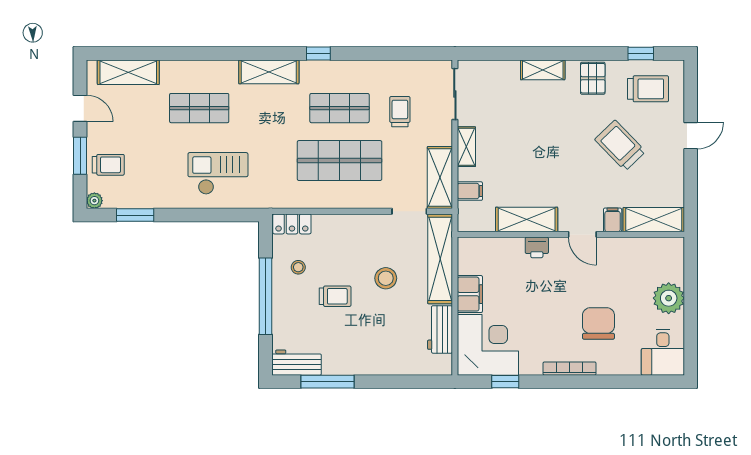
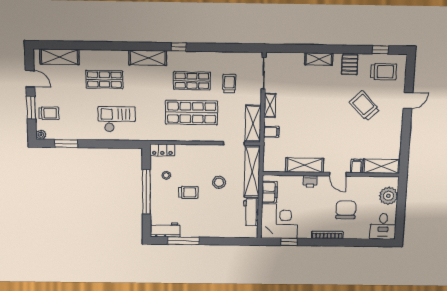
shelving: (527, 219) -> (305, 165), moved
filing cabinet: (613, 220) -> (357, 166), moved
shelving: (654, 220) -> (381, 166), moved
wall: (571, 234) -> (331, 174), moved
door: (582, 234) -> (338, 174), moved
printer: (537, 247) -> (310, 181), moved

